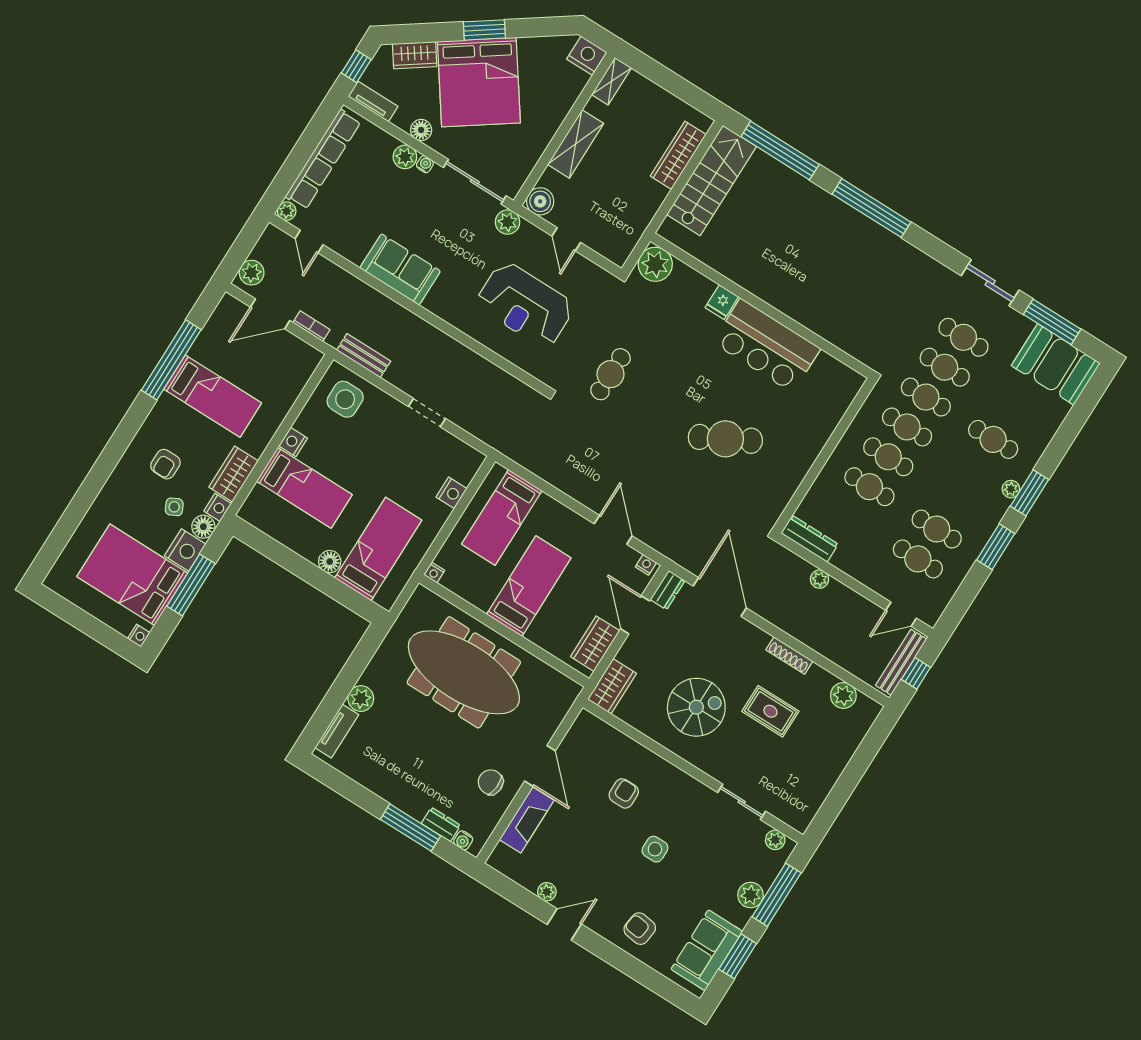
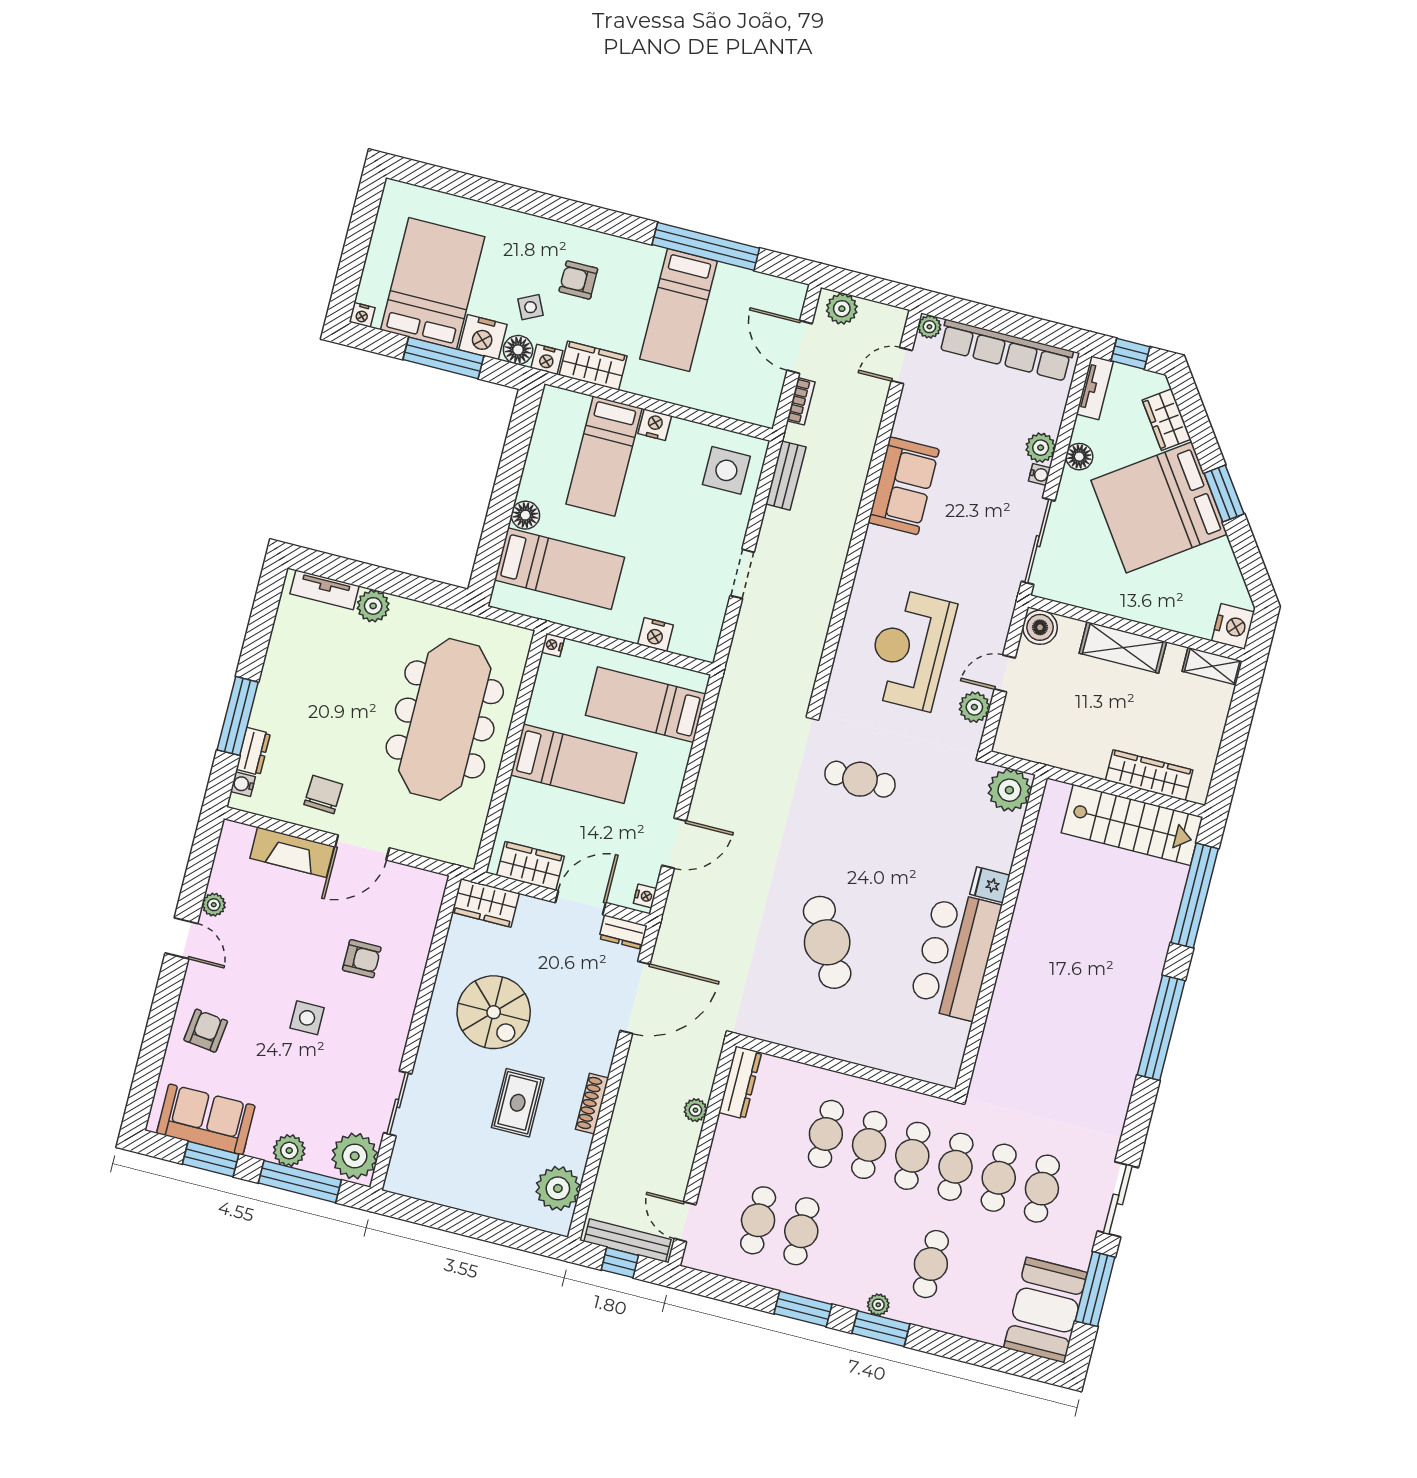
plant: (508, 222) -> (974, 707), moved
plant: (843, 695) -> (558, 1188), width x1.36, depth x1.36
plant: (775, 840) -> (355, 1156), width x1.88, depth x1.88

